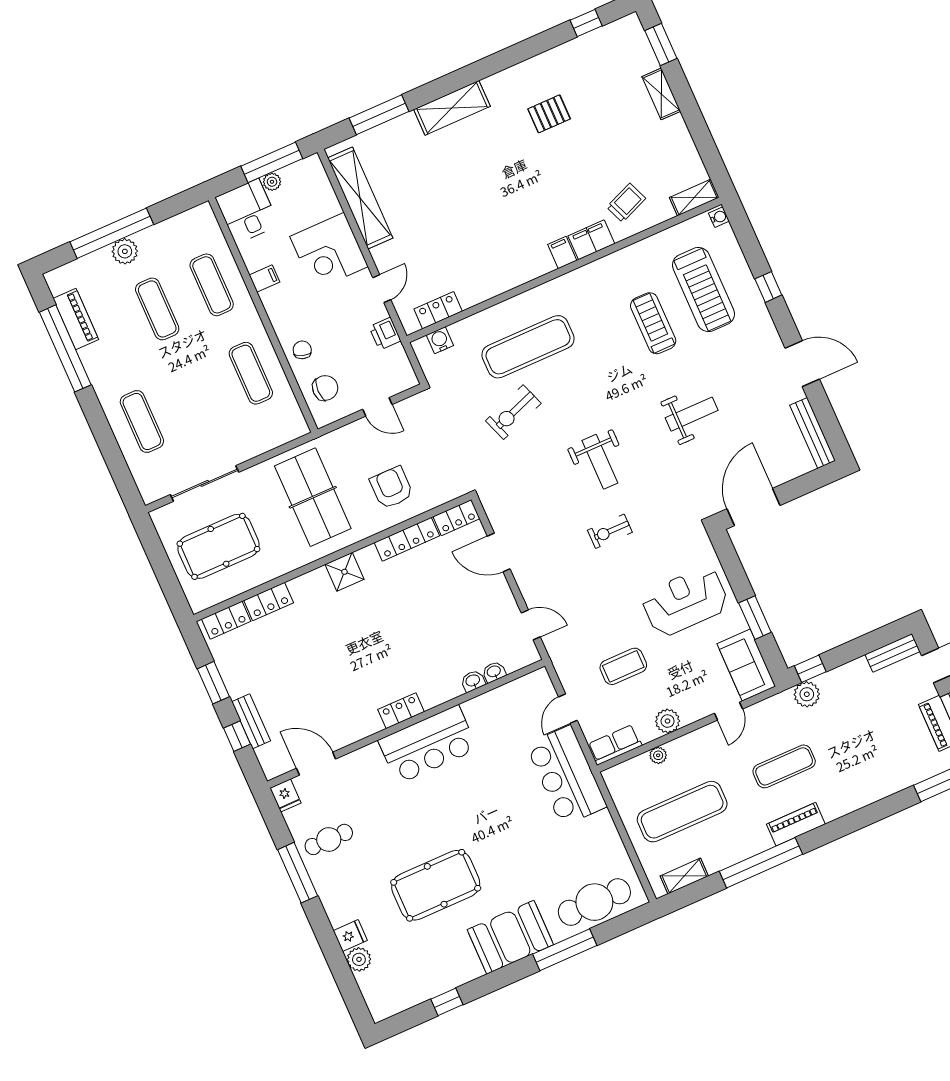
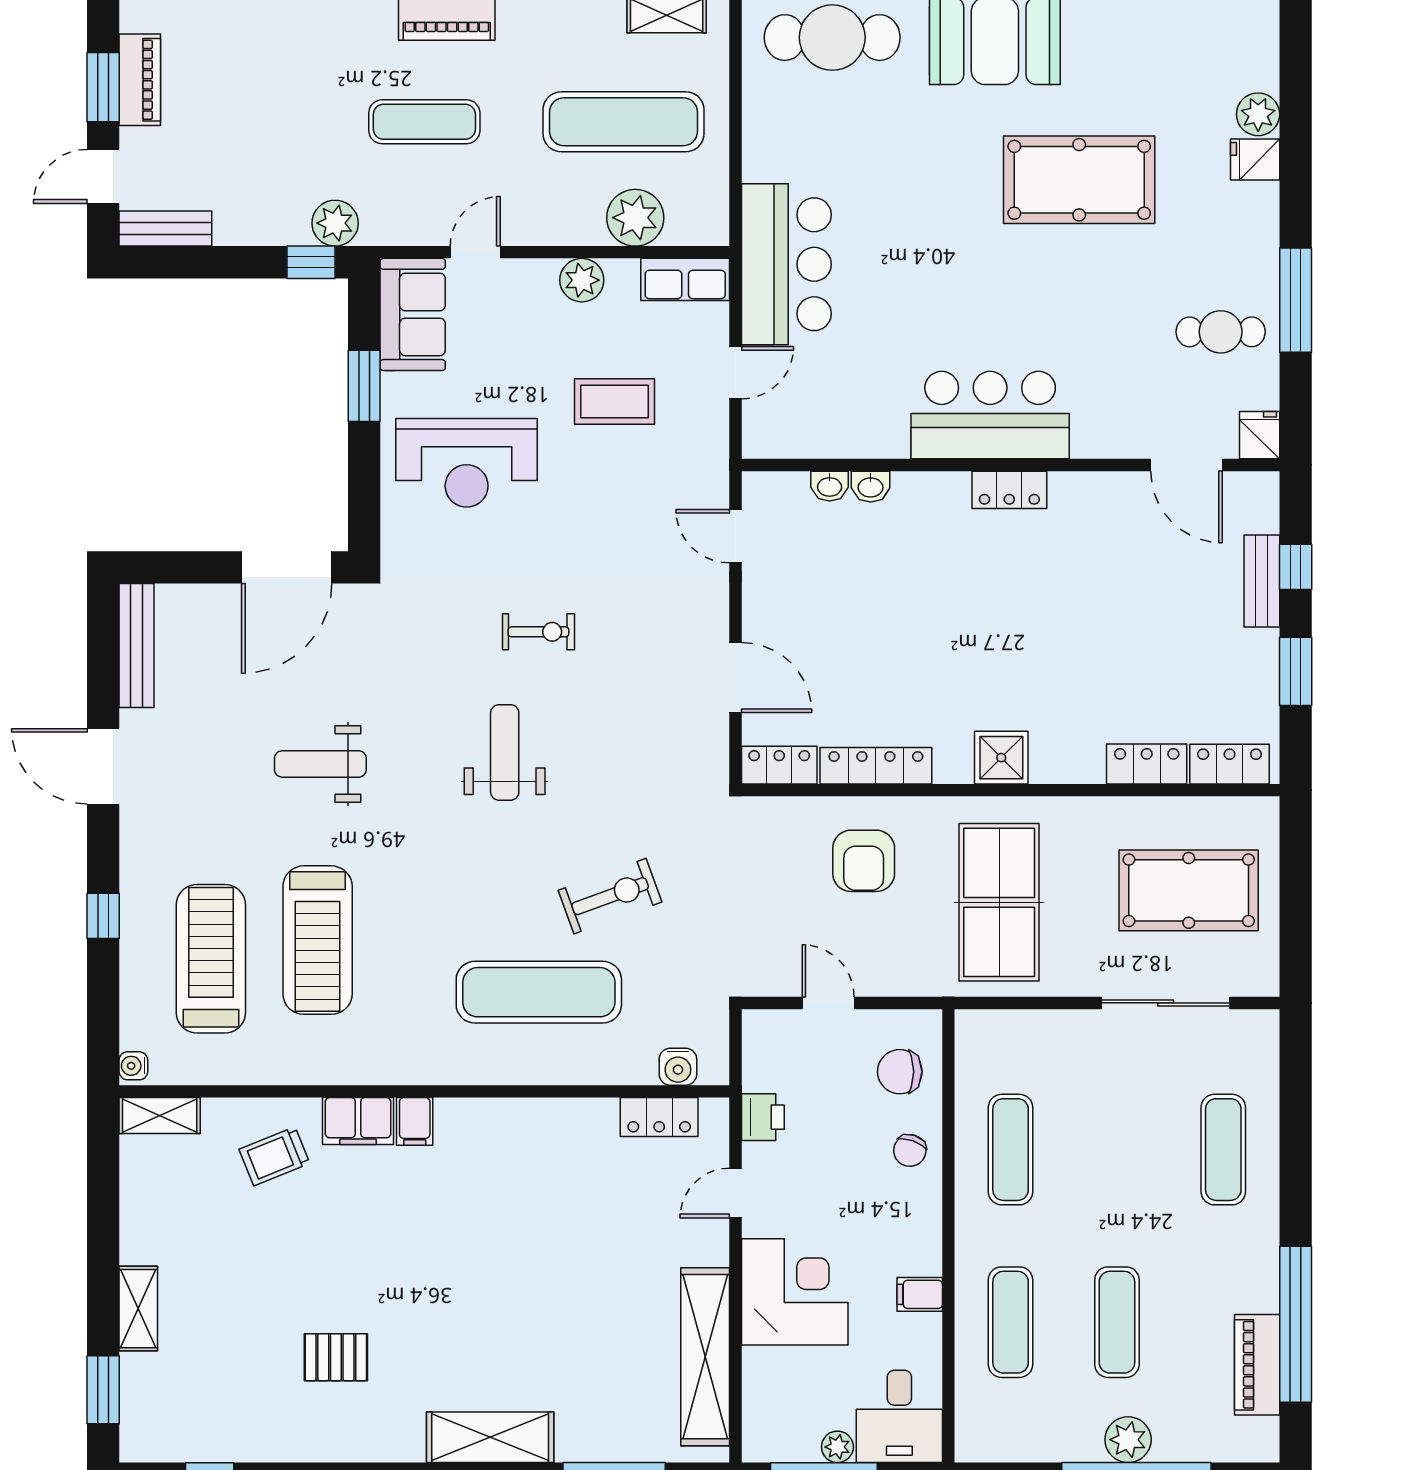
treadmill: (653, 323) -> (318, 940), width x1.37, depth x1.38
plant: (658, 755) -> (635, 218), width x1.88, depth x1.88

